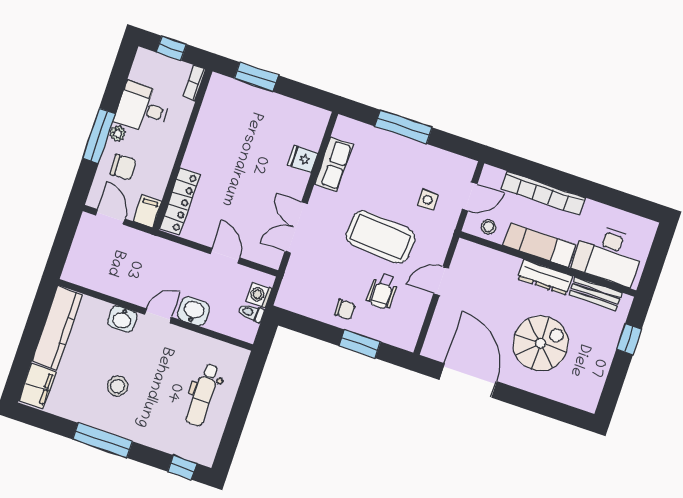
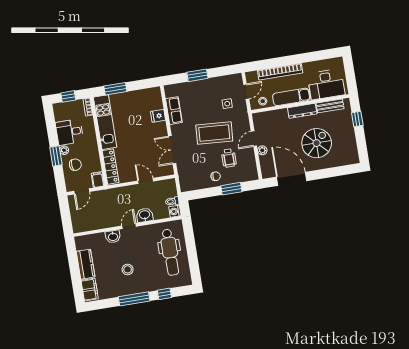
kitchen unit: (210, 123) -> (105, 122), added
window: (403, 127) -> (197, 75), width x0.69
window: (99, 136) -> (56, 156), width x0.69
door: (110, 217) -> (82, 191), swing flipped
washing machine: (259, 295) -> (175, 211), moved
plant: (445, 308) -> (262, 150), added
kitchen counter: (57, 328) -> (86, 264), width x0.67
dental chair: (203, 395) -> (170, 252), width x1.36, depth x1.38
window: (182, 467) -> (164, 294), moved

